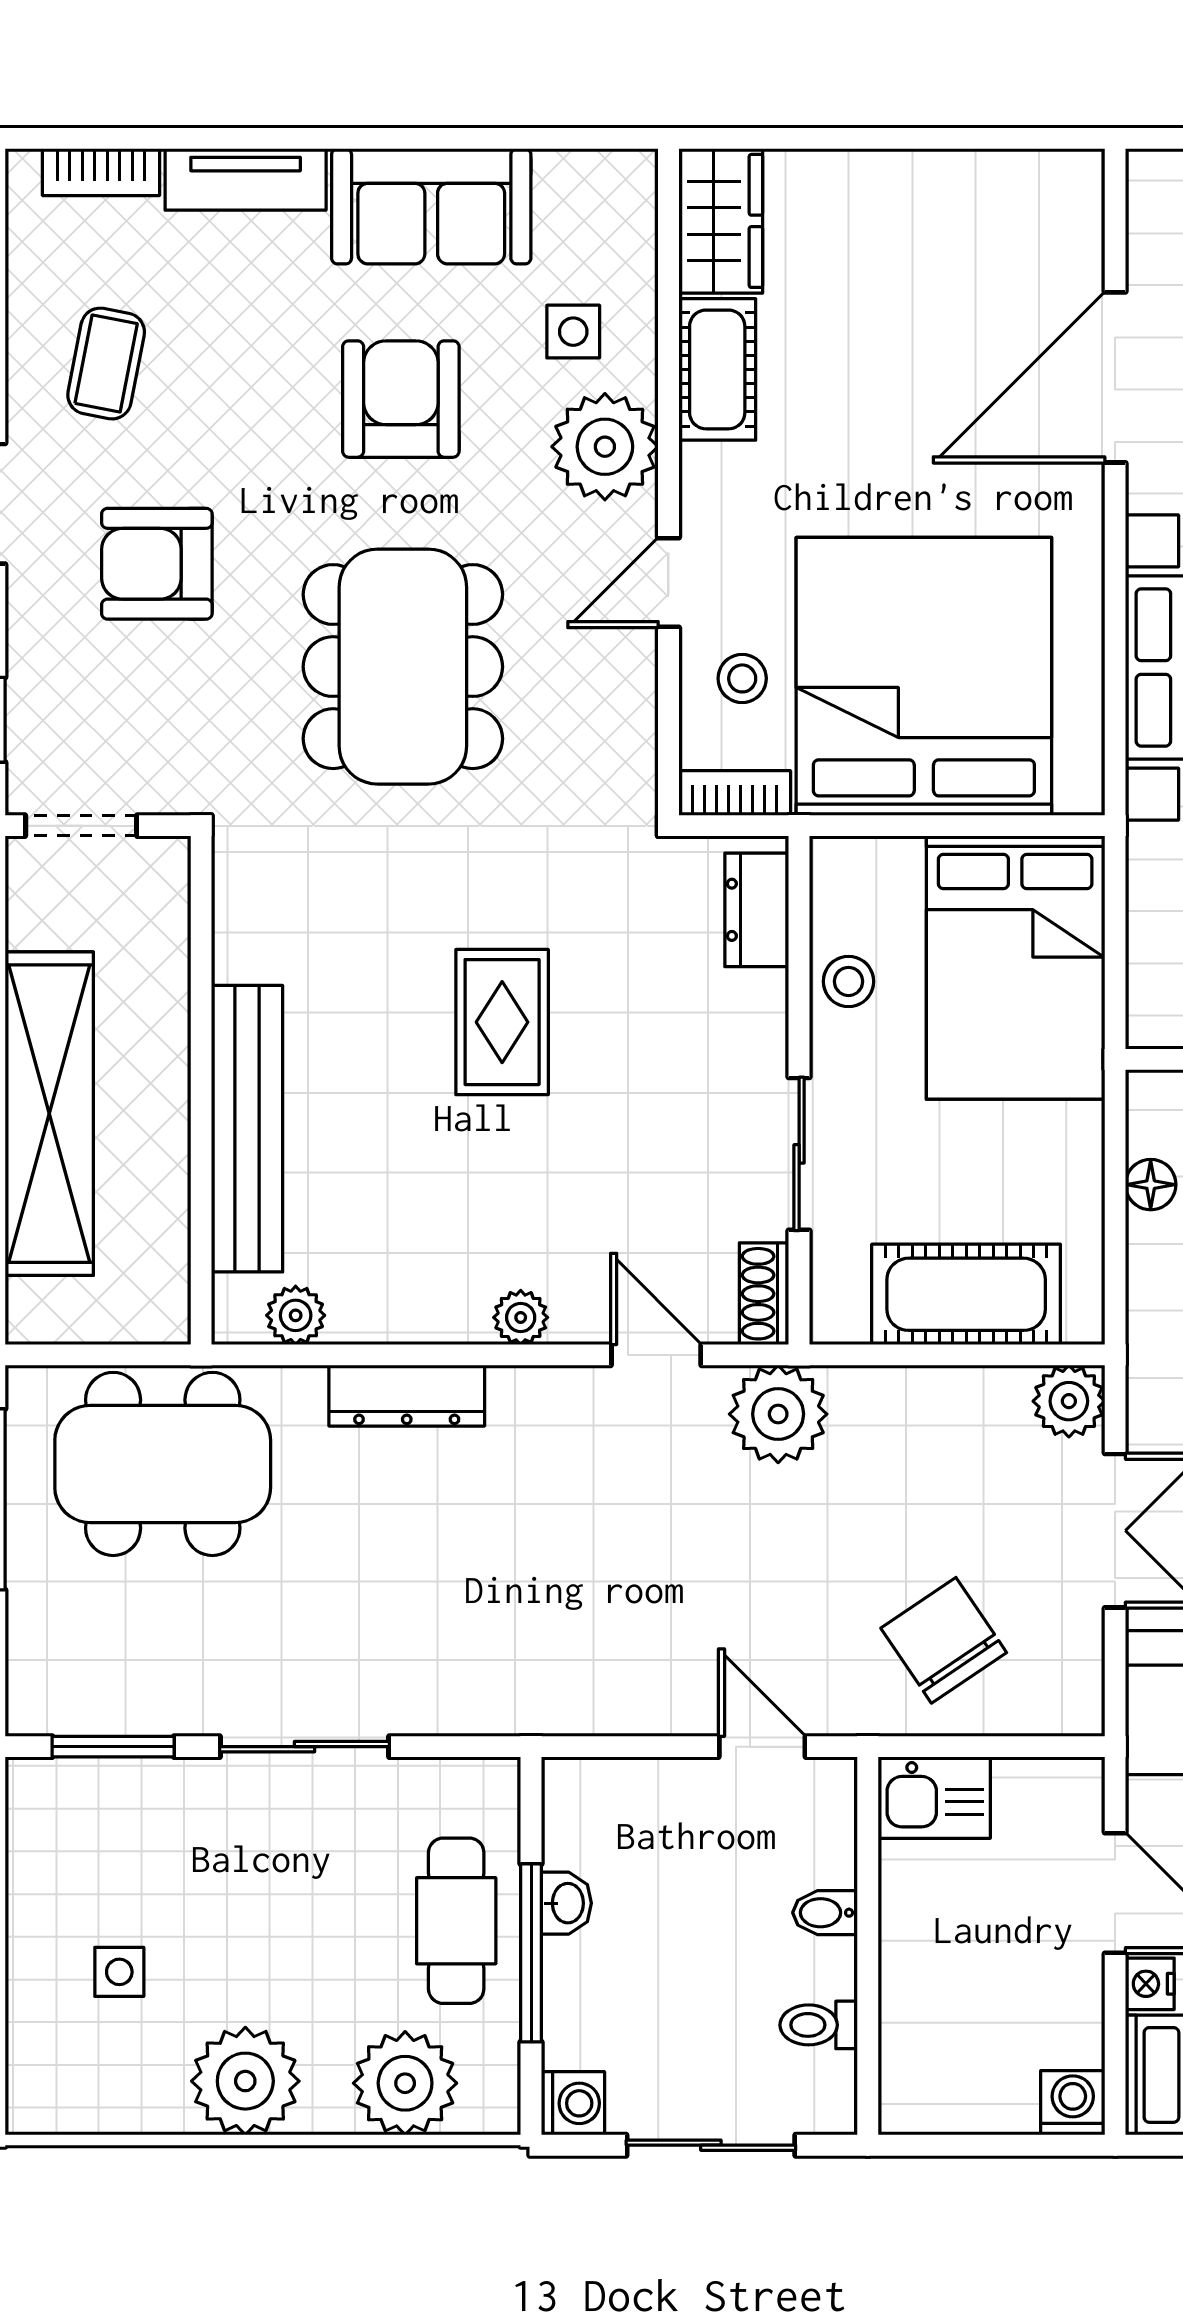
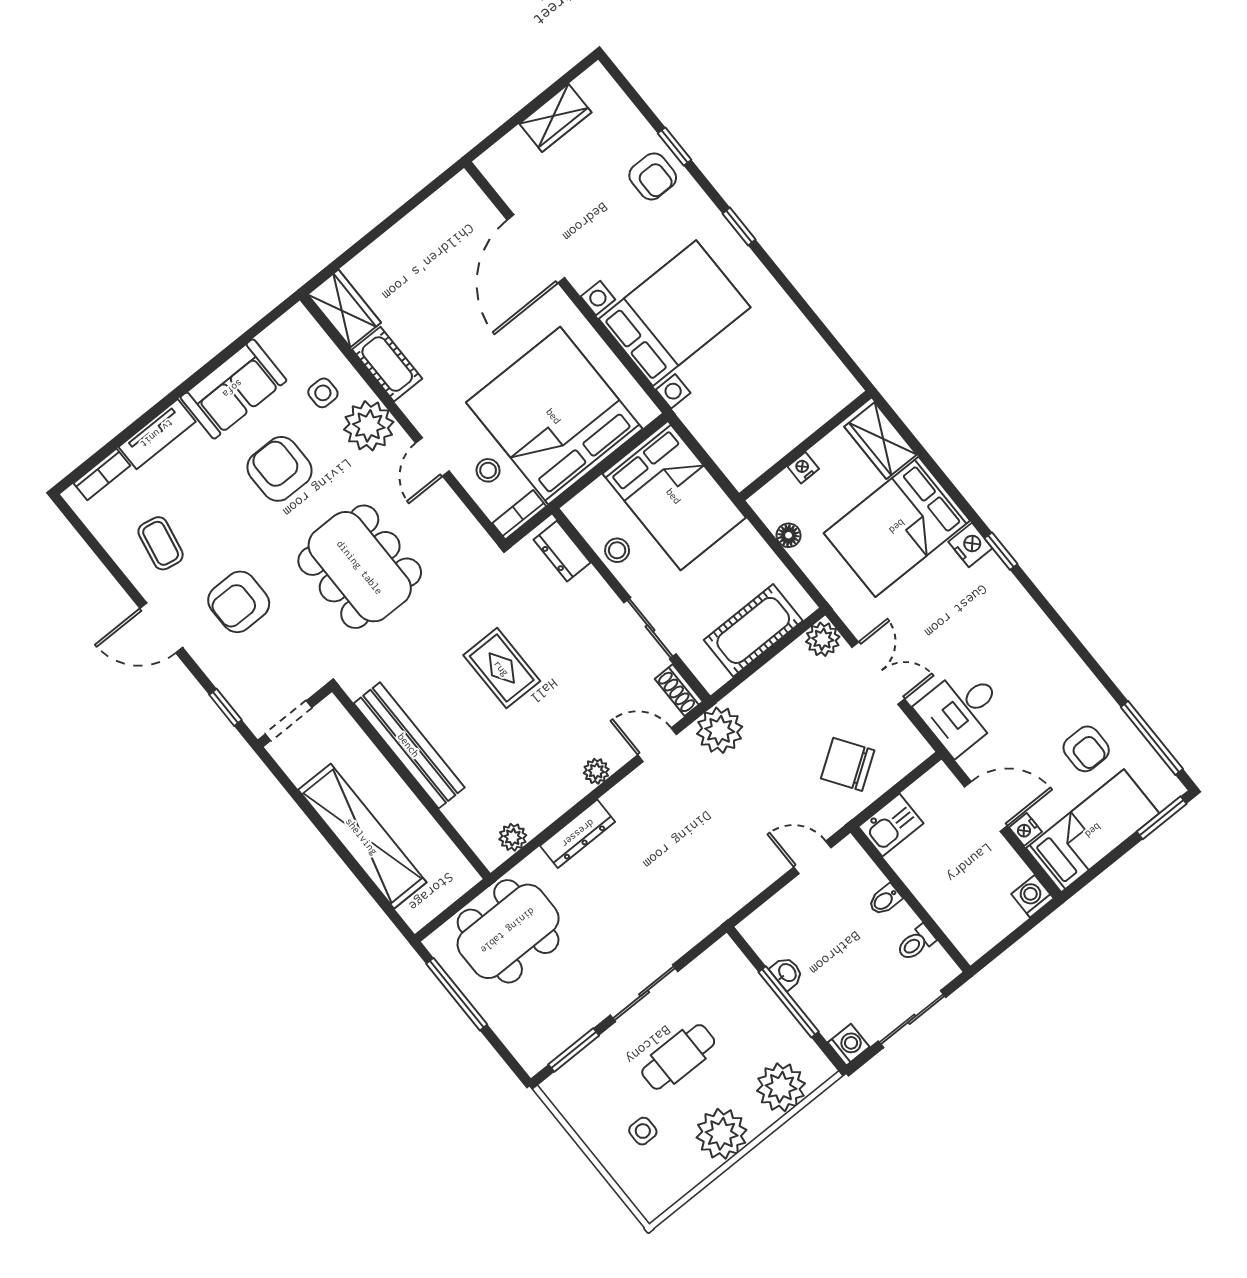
bench: (247, 1129) -> (409, 745), moved
cafe table: (456, 1921) -> (678, 1057), moved, turned 90

